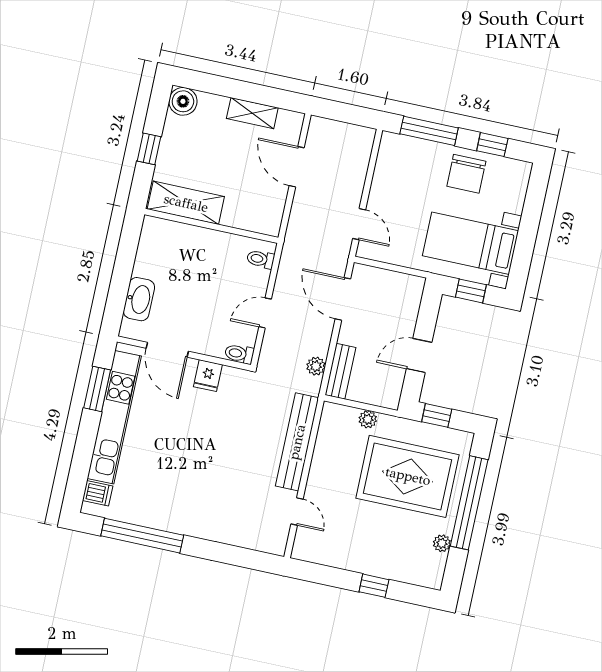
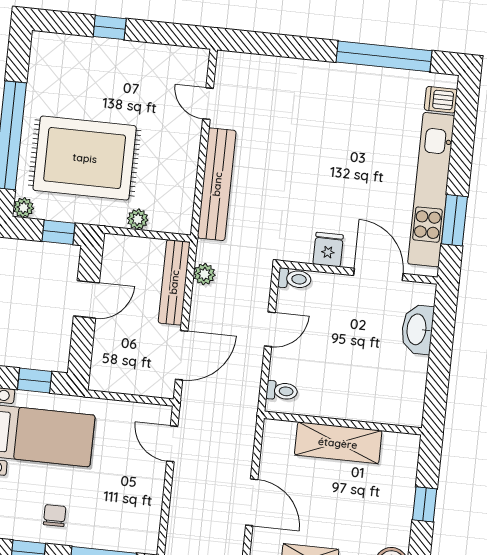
chair: (466, 174) -> (55, 516), width x0.54, depth x0.54
shelving: (186, 203) -> (338, 443), moved
door: (343, 299) -> (182, 355), hinge flipped
bench: (340, 371) -> (174, 282), width x1.36
plant: (442, 543) -> (24, 208), moved

